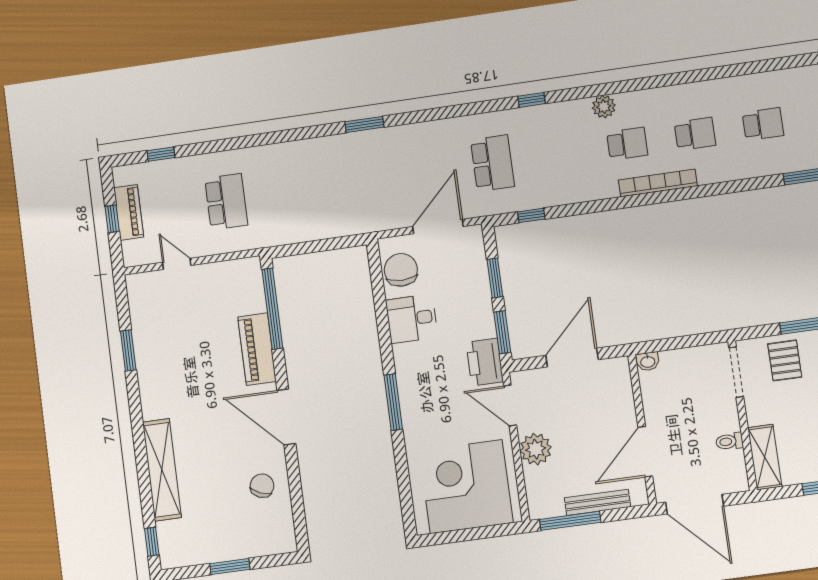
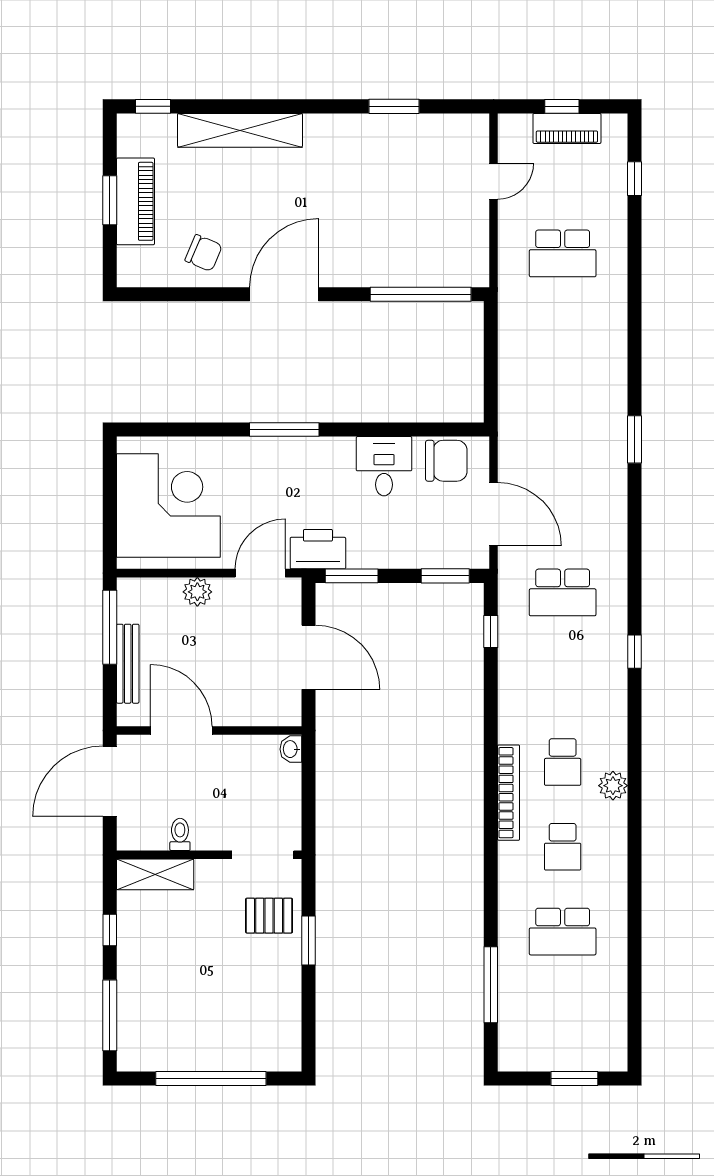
plant: (604, 107) -> (613, 786), moved
school desk: (763, 124) -> (563, 932), width x1.85
window: (495, 278) -> (445, 576), moved
piano: (257, 349) -> (135, 201), moved, turned 90
plant: (536, 449) -> (197, 592), width x0.73, depth x0.73

